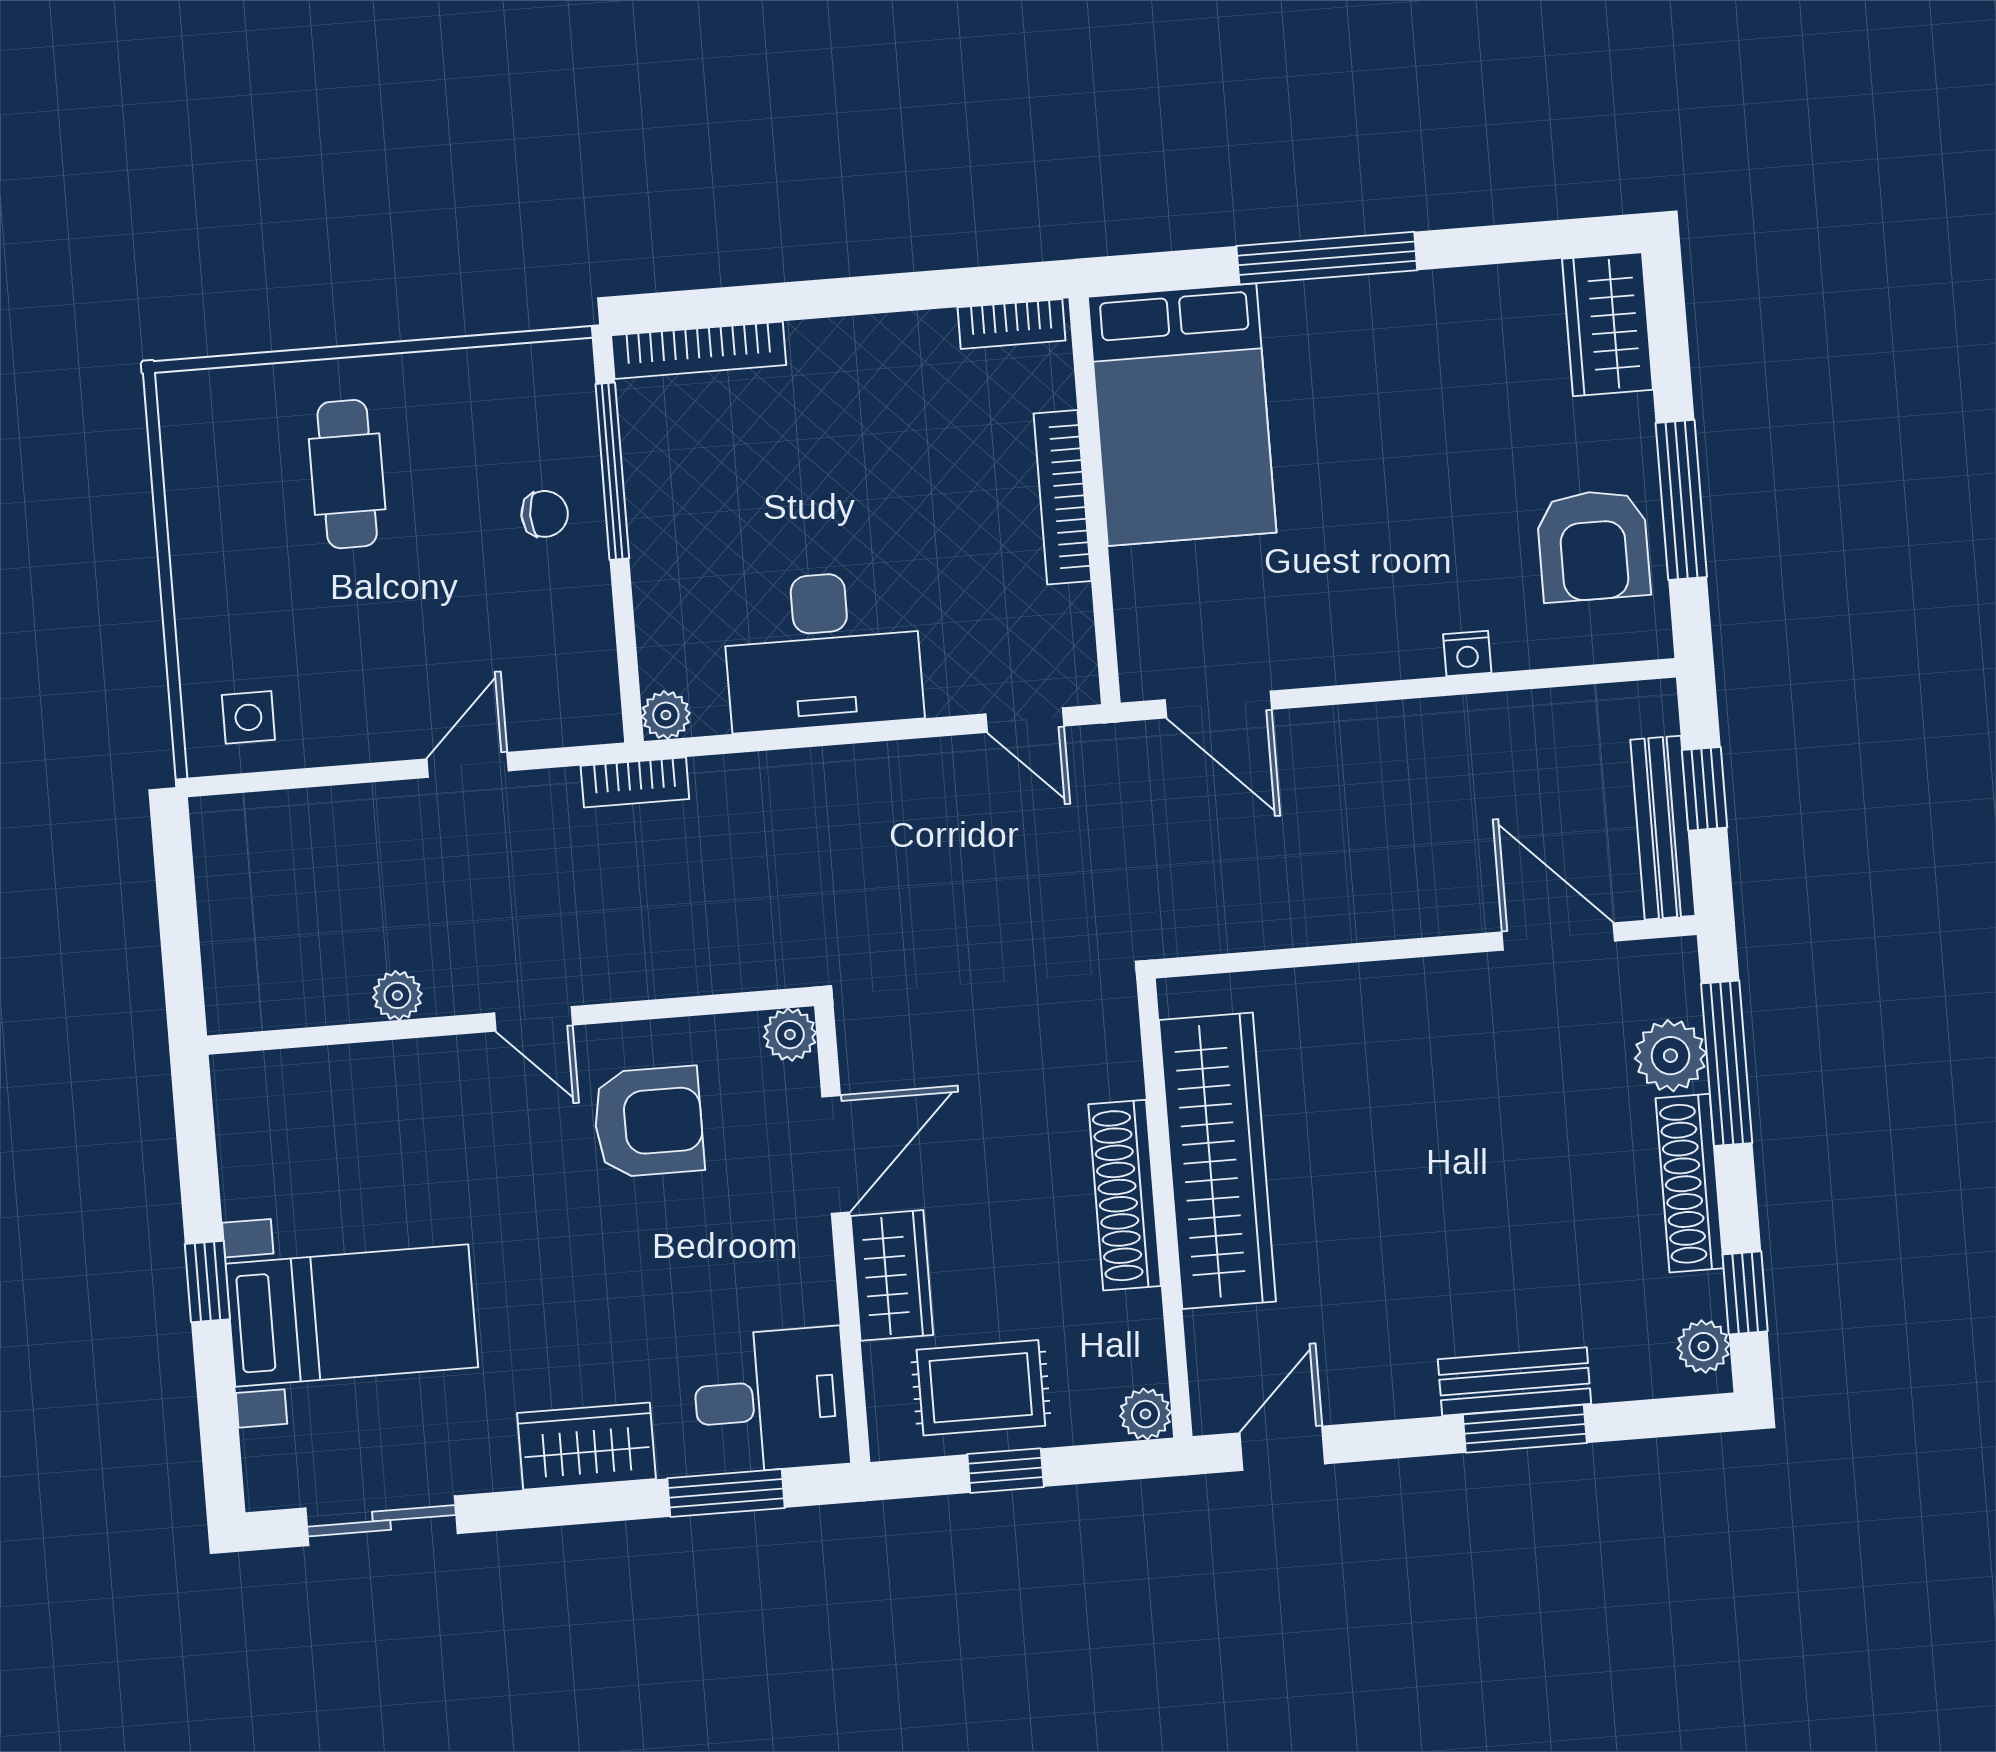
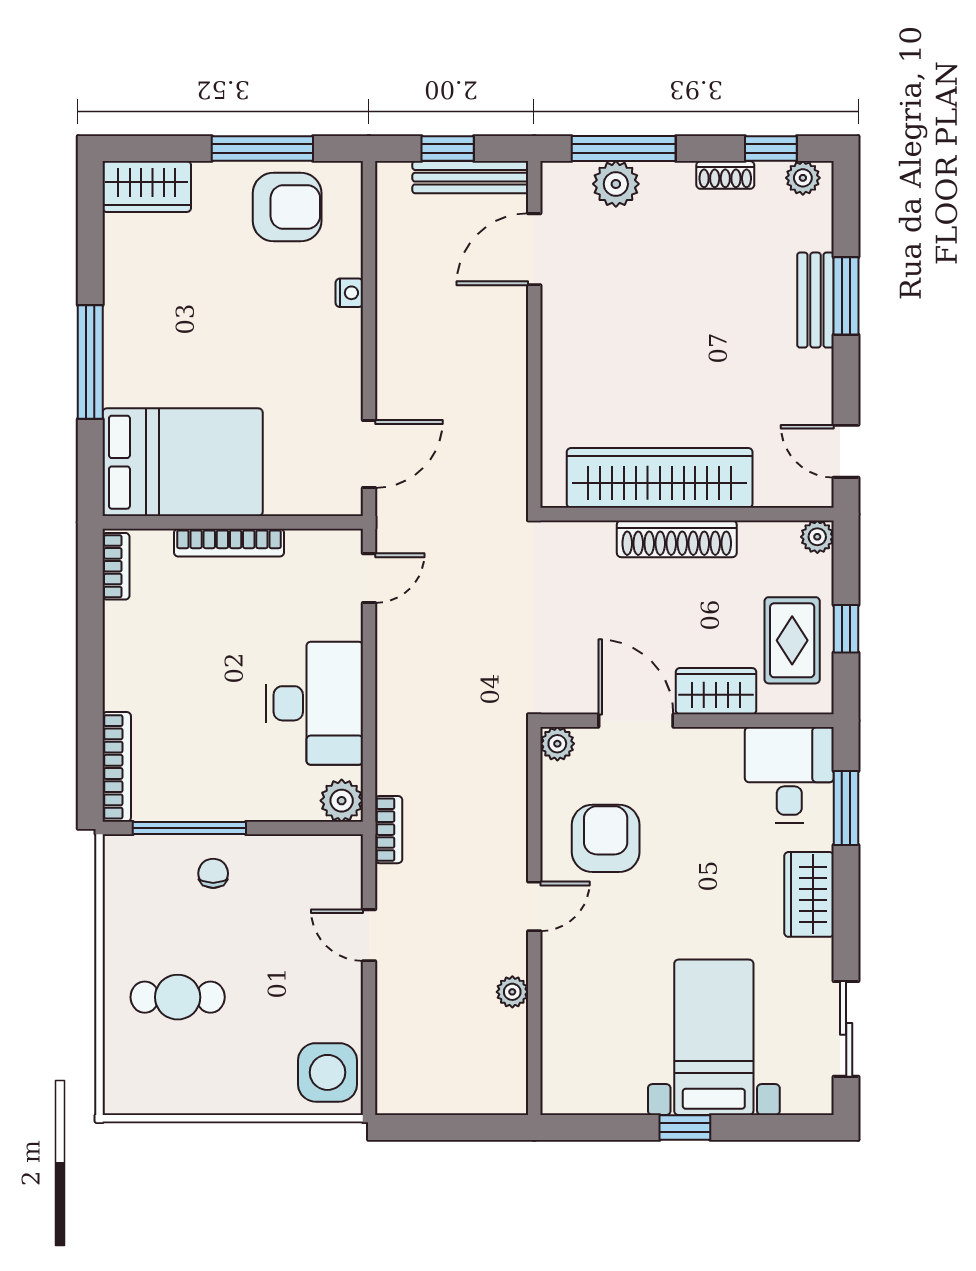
plant: (666, 715) -> (342, 801), width x1.38, depth x1.38
side table: (248, 717) -> (327, 1072), width x1.87, depth x1.87
shoe rack: (1690, 1183) -> (725, 175), width x0.51, depth x0.81

